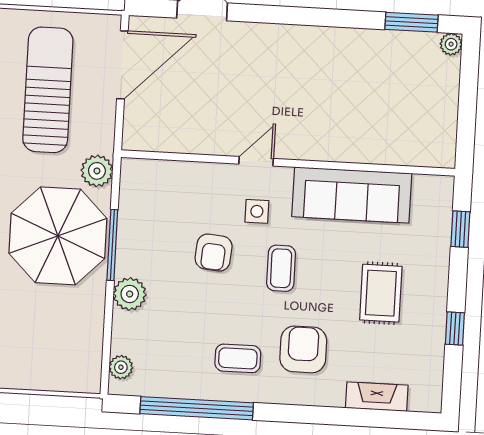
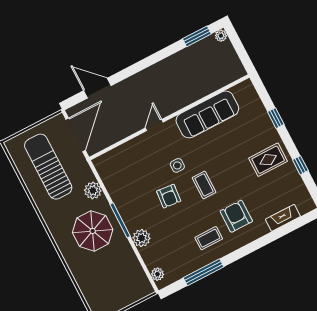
door: (256, 161) -> (154, 125), moved
wall: (288, 163) -> (169, 117), moved
sofa: (352, 195) -> (207, 114), moved
parasol: (58, 236) -> (93, 231), width x0.73, depth x0.73
rug: (381, 293) -> (268, 160), moved, turned 90
window: (197, 408) -> (203, 272), width x0.68

